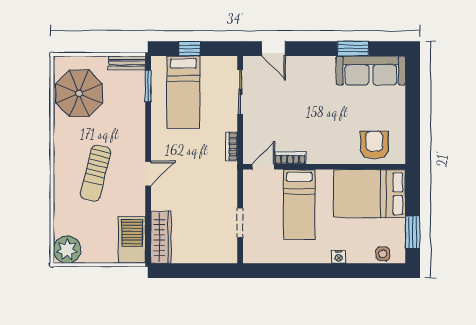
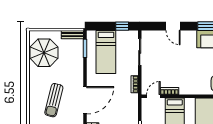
window: (190, 49) -> (122, 26), moved
door: (273, 49) -> (173, 26), moved
door: (148, 174) -> (85, 100), width x1.87

